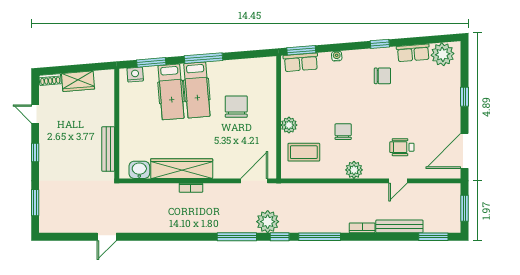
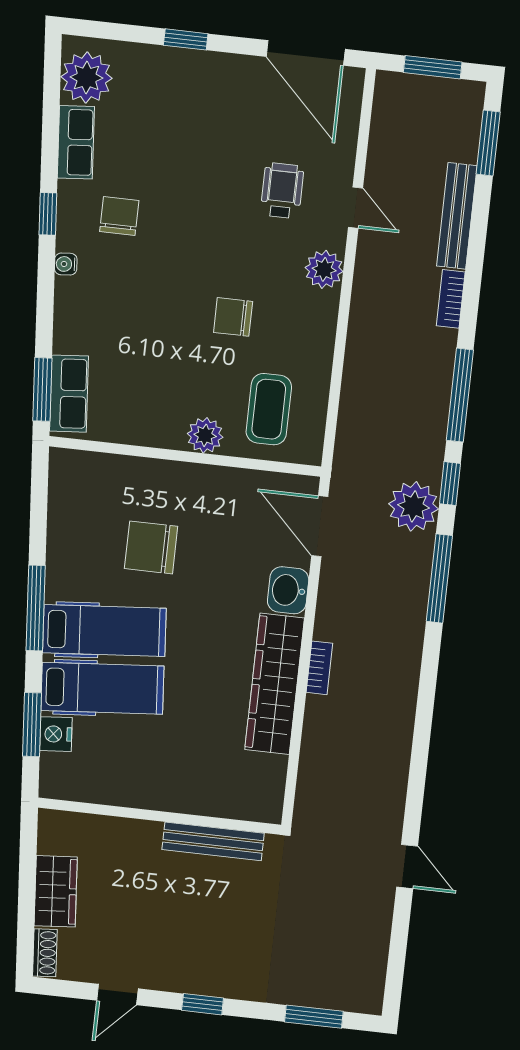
water cooler: (337, 56) -> (66, 264), moved
nightstand: (135, 75) -> (56, 734), moved
wheelchair: (402, 147) -> (282, 191), turned 180
washbasin: (139, 170) -> (288, 590), moved
plant: (354, 170) -> (324, 269), moved

